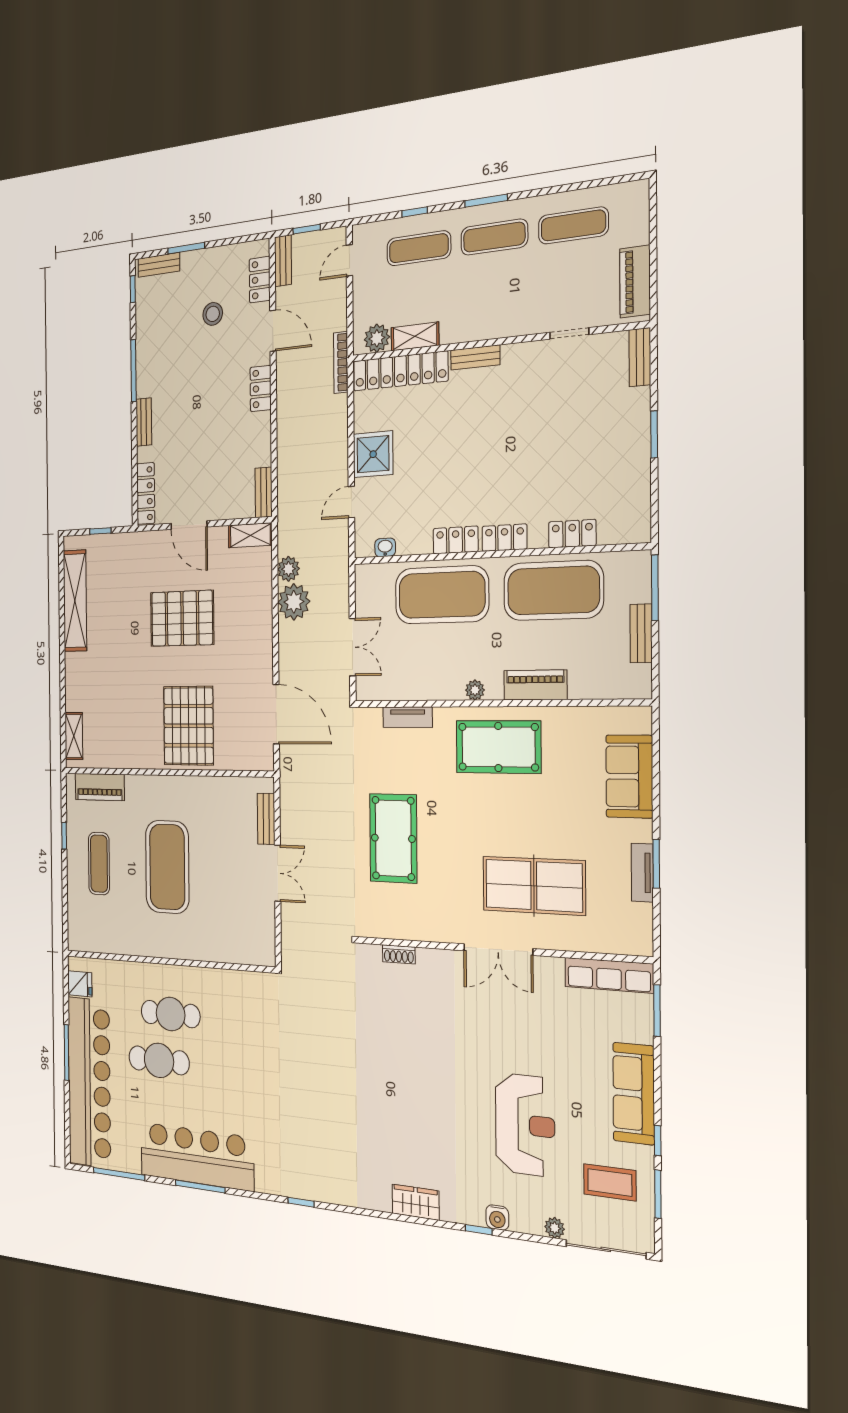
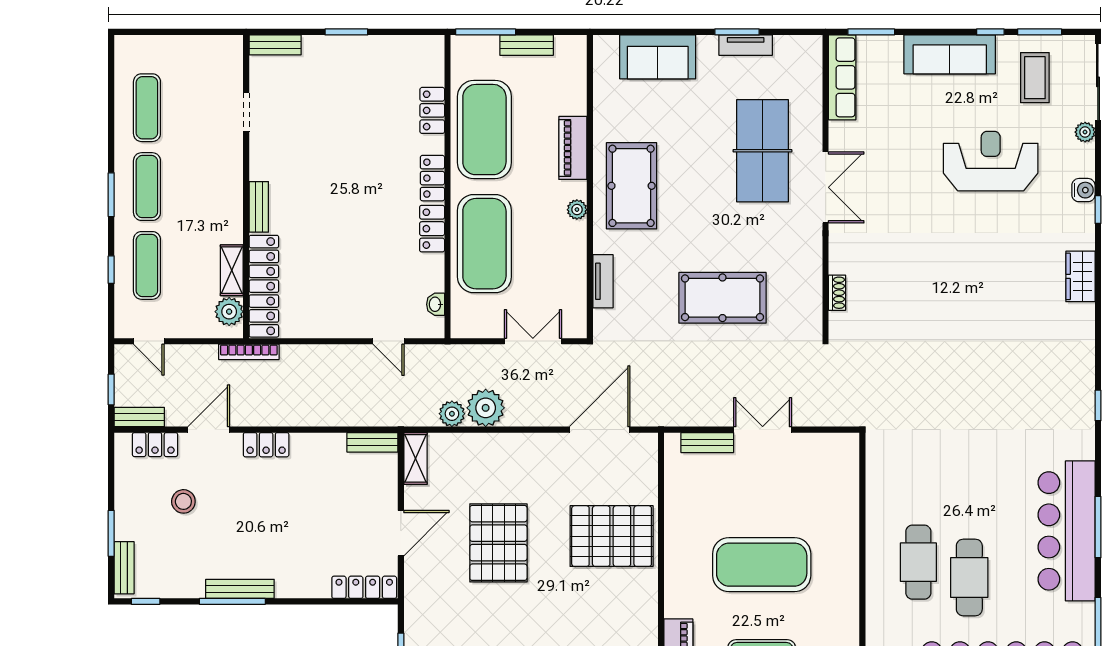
piano: (635, 282) -> (206, 49), removed
bench: (144, 422) -> (240, 589), moved, width x1.36
shower: (373, 454) -> (343, 317), removed

